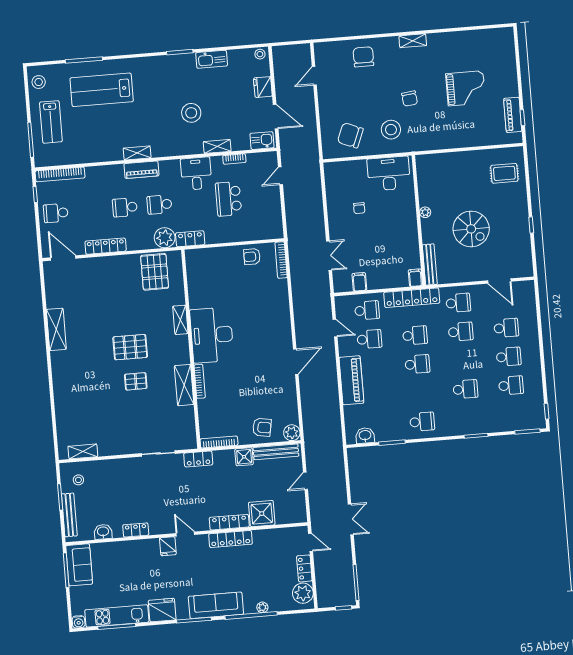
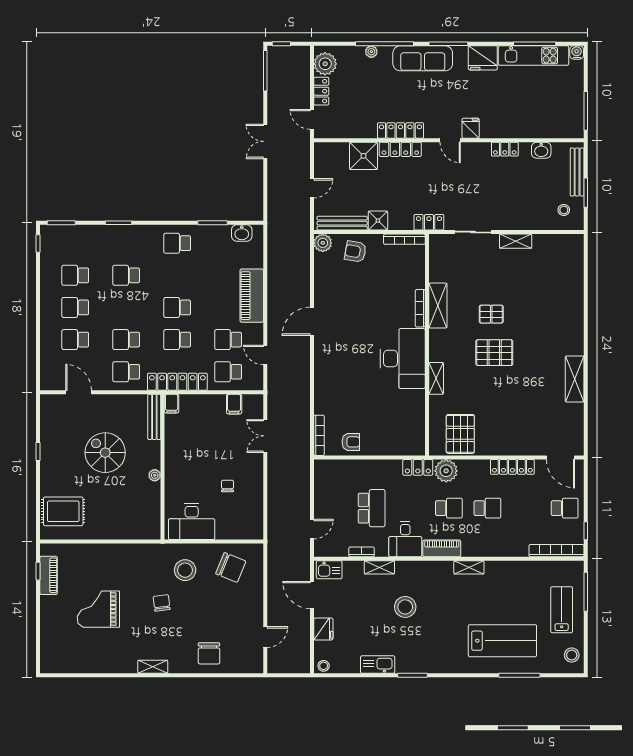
piano: (141, 170) -> (442, 548), moved
rug: (504, 173) -> (63, 511), width x1.36, depth x1.43
shelving: (83, 451) -> (516, 241), moved
sofa: (79, 565) -> (571, 116), removed

